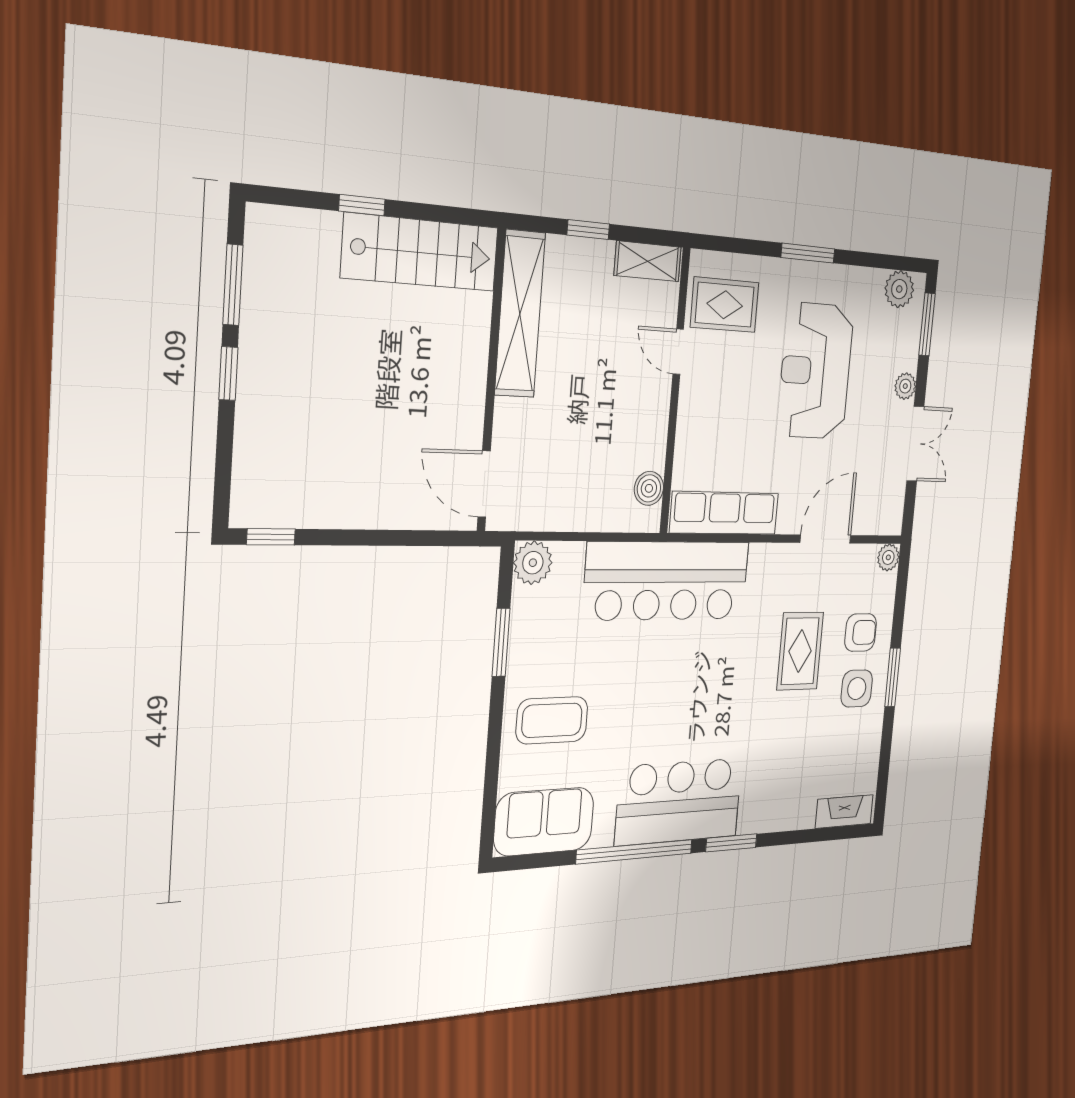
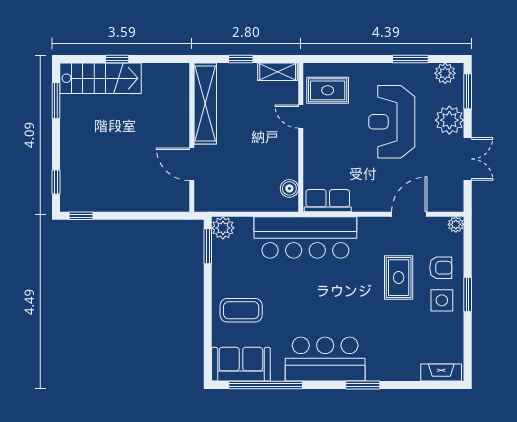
stairs: (420, 252) -> (101, 78), moved
window: (808, 253) -> (410, 59), moved
window: (228, 373) -> (56, 182), moved
plant: (905, 386) -> (449, 120), width x1.88, depth x1.88
door: (484, 484) -> (192, 164), moved
row of seats: (724, 513) -> (328, 201), width x0.68
window: (501, 642) -> (208, 246), moved
window: (635, 852) -> (266, 385), moved

